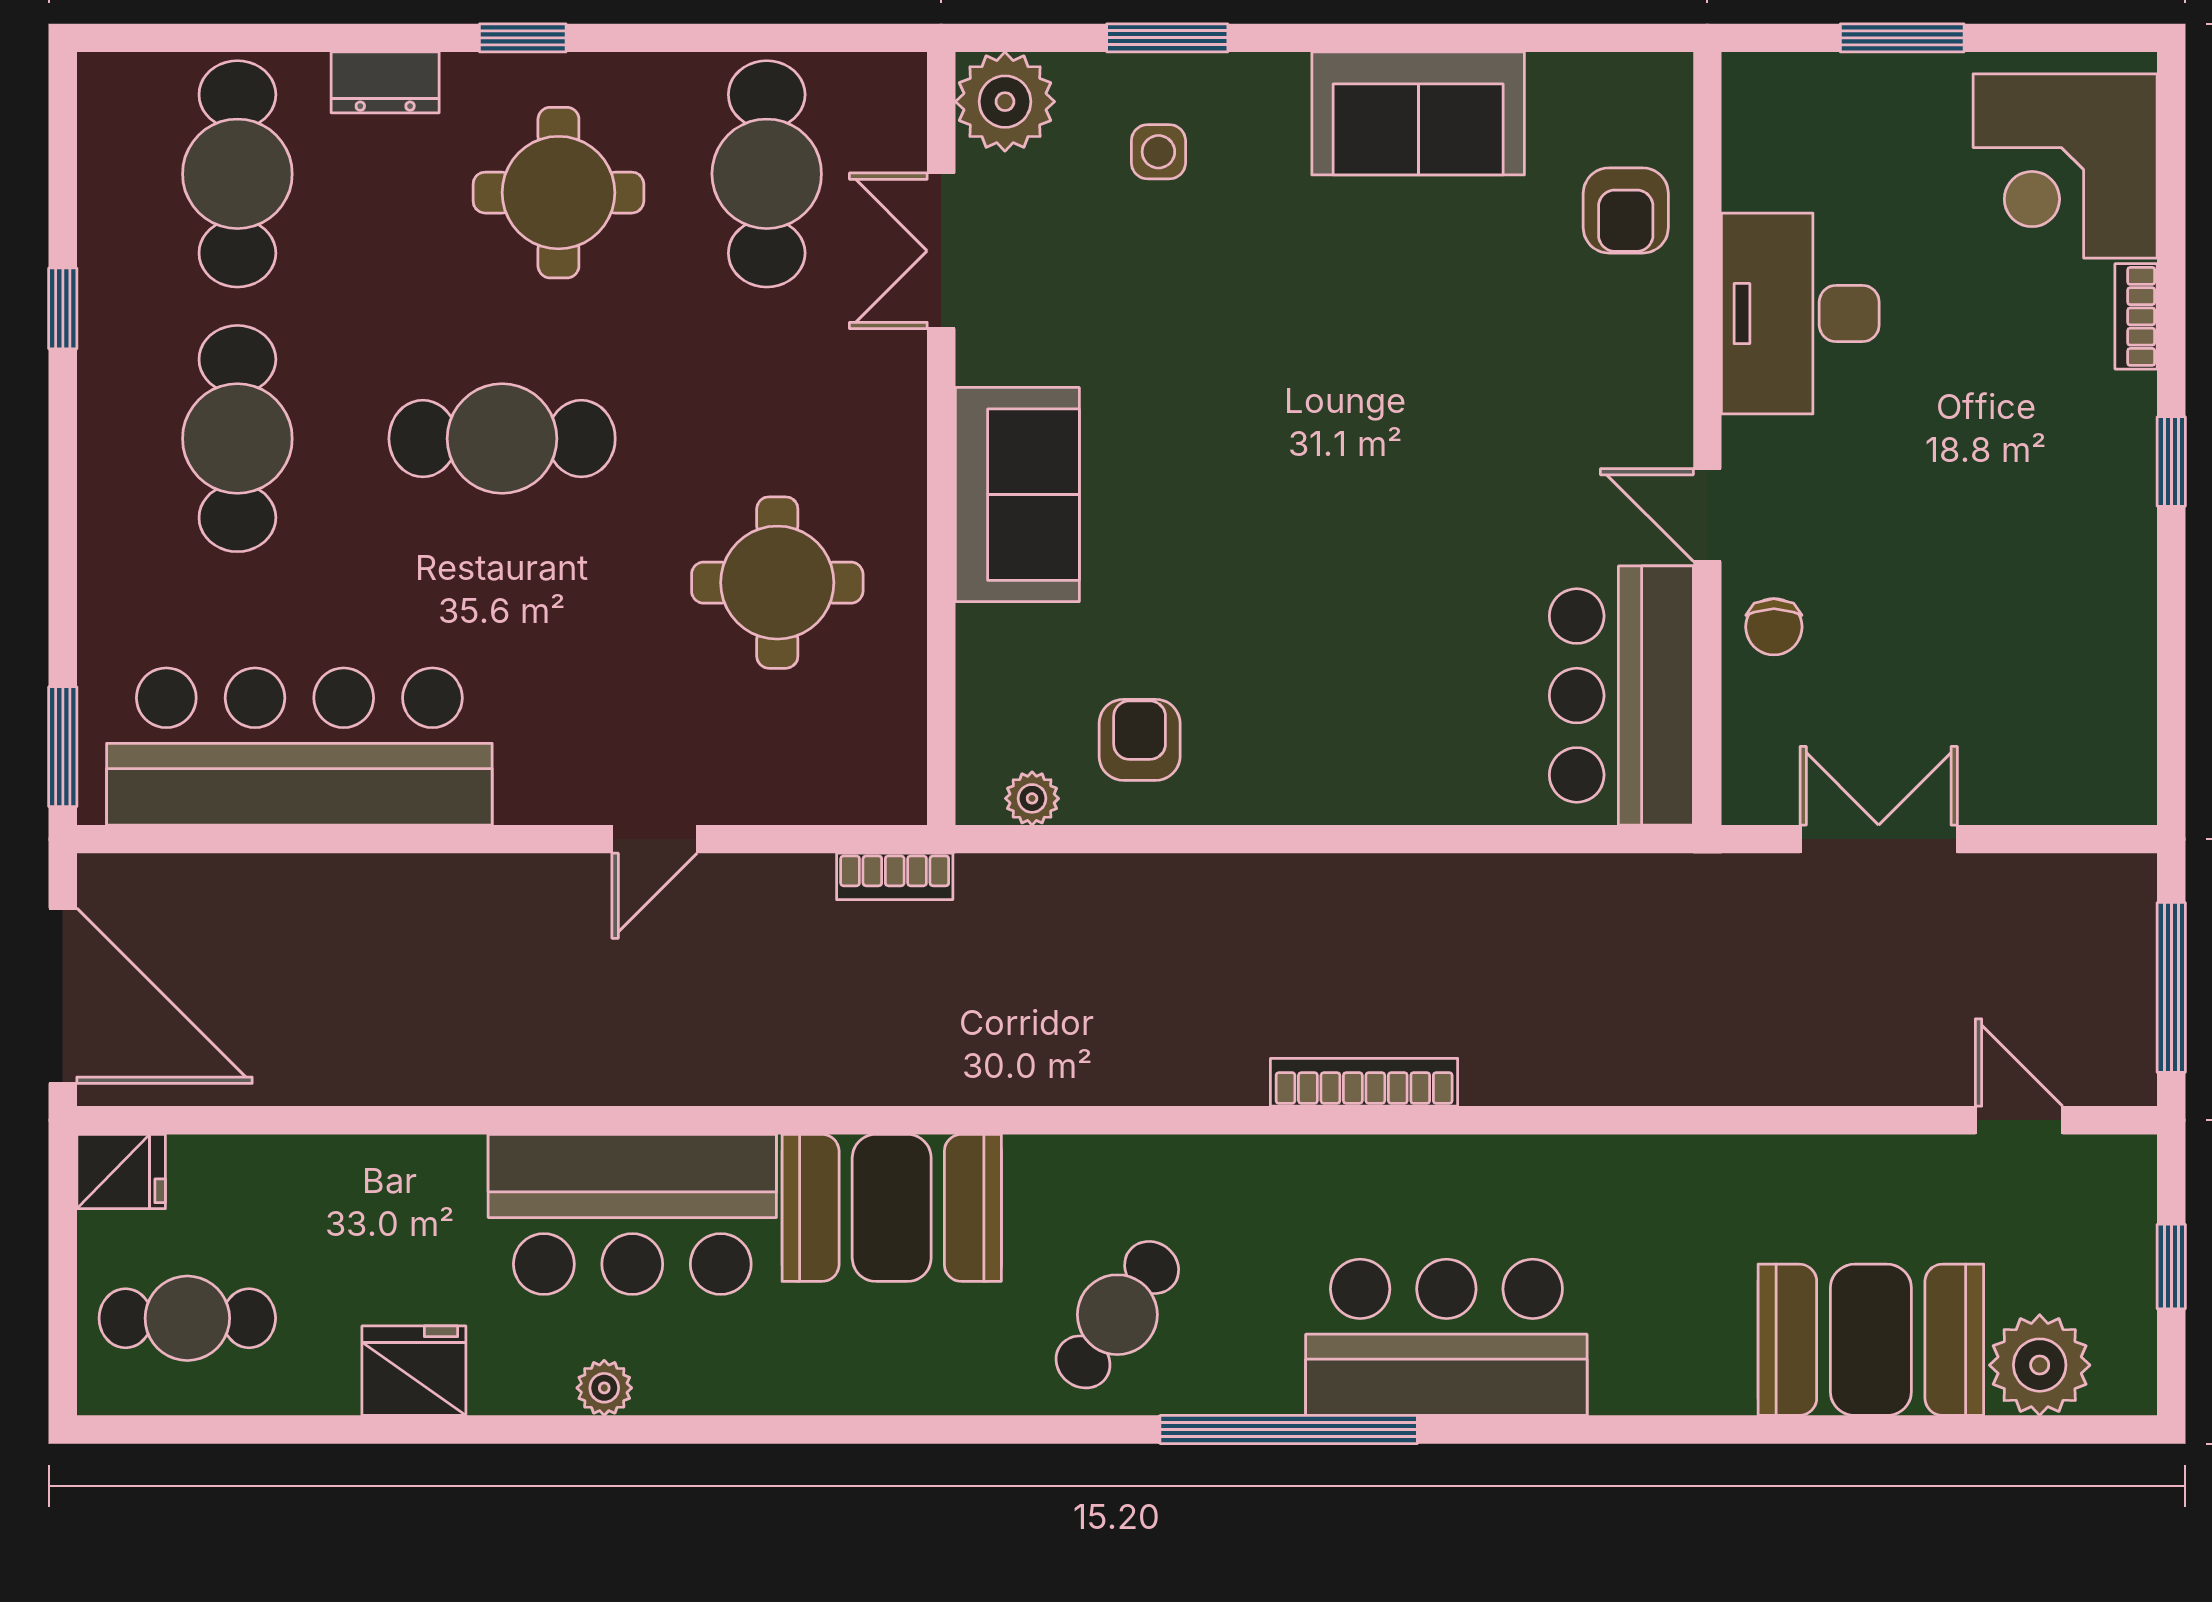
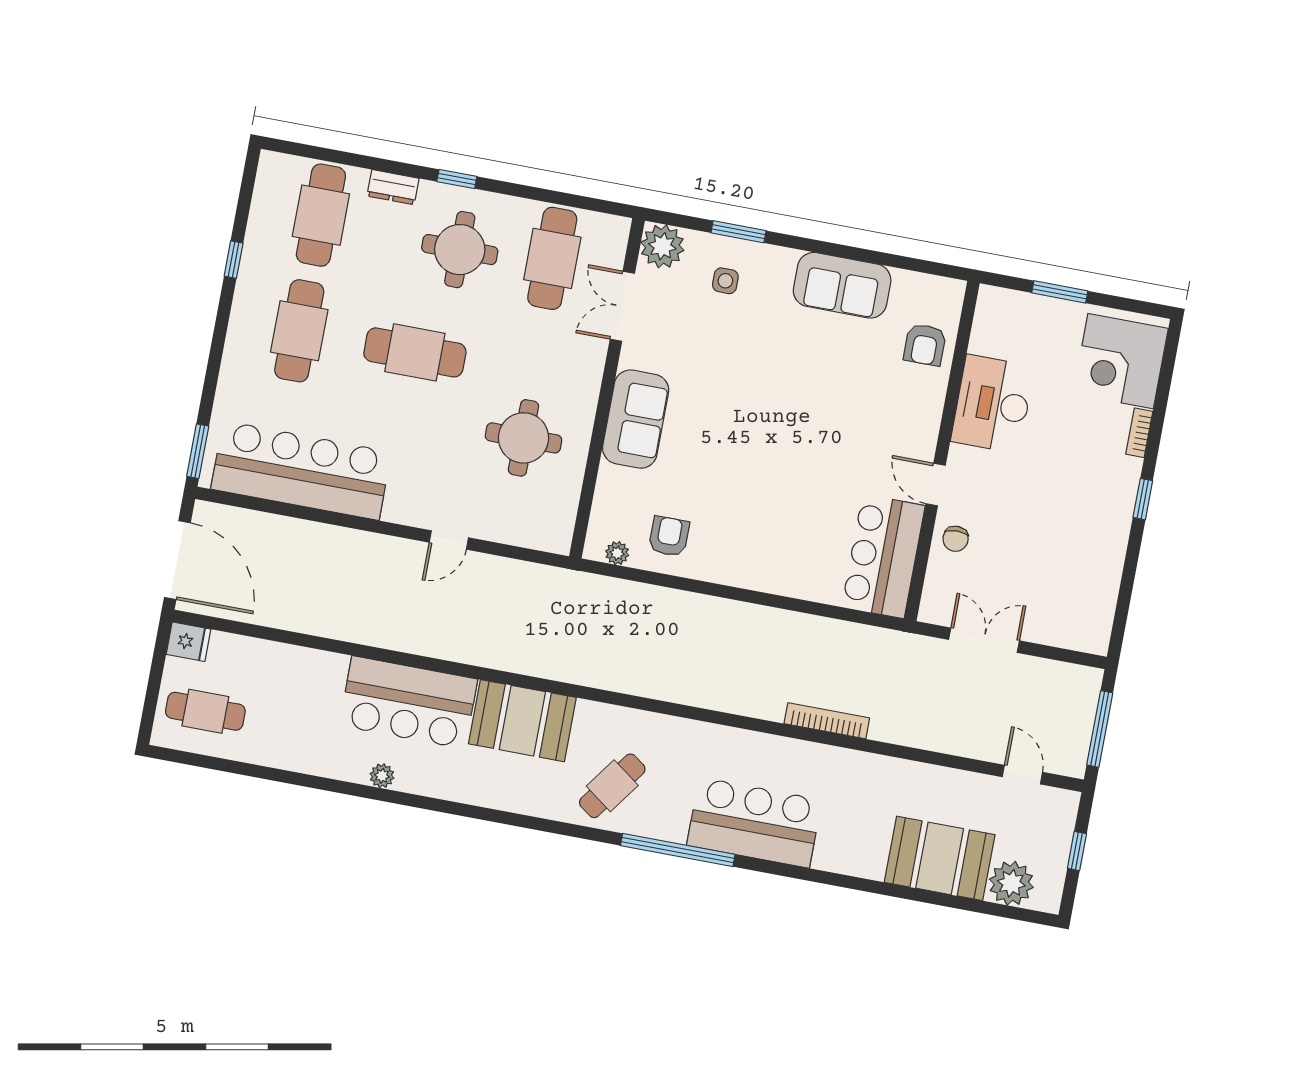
bookcase: (895, 876) -> (551, 576), removed
bookcase: (1364, 1082) -> (827, 721), moved
fridge: (414, 1371) -> (300, 753), removed

